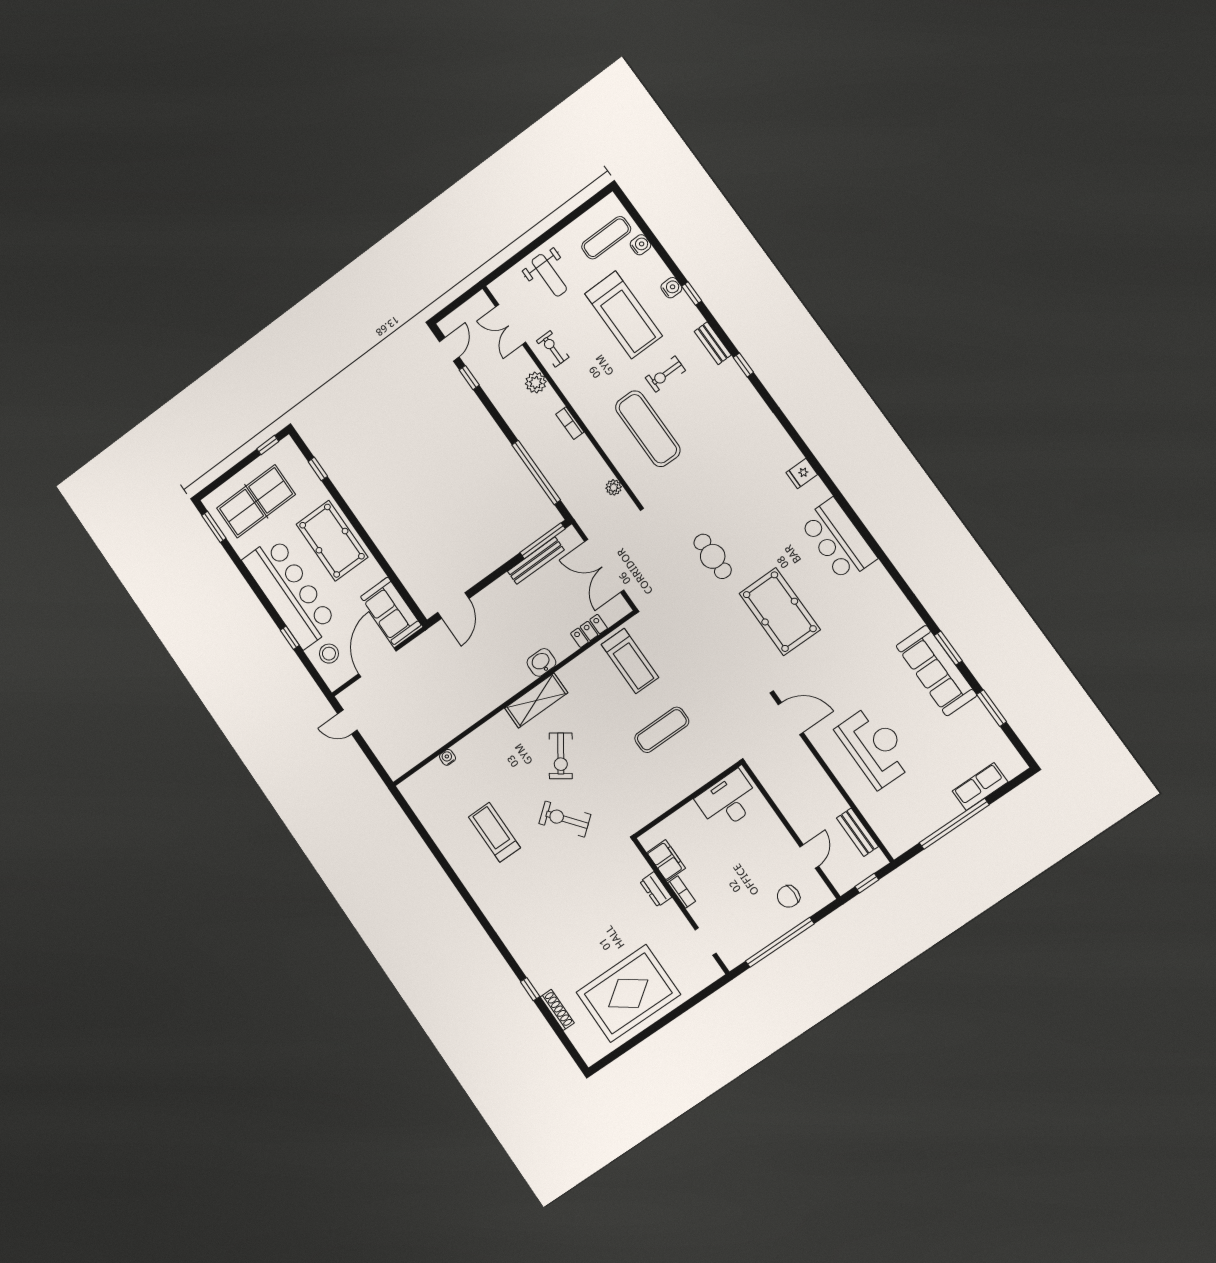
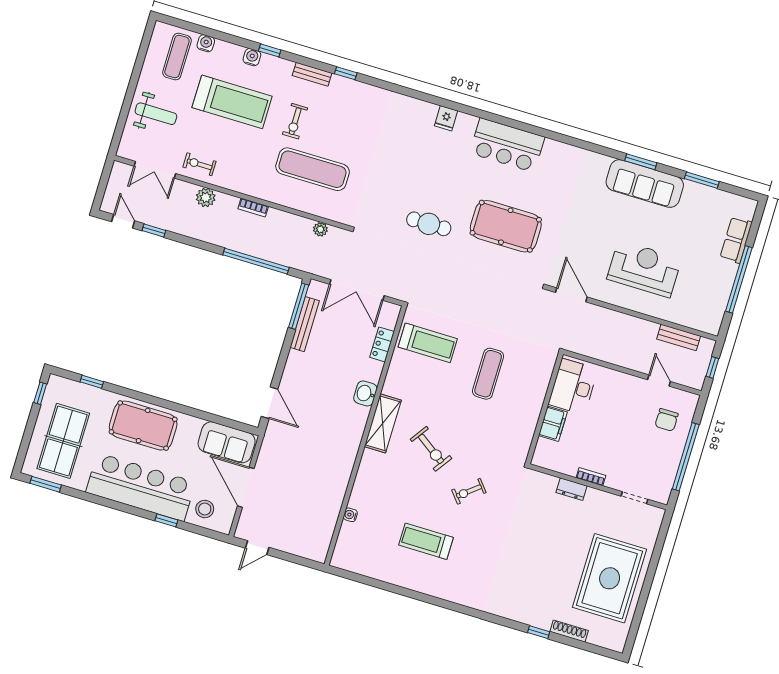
door: (791, 718) -> (571, 295), hinge flipped
exercise bike: (565, 819) -> (469, 491), width x0.73, depth x0.72
filing cabinet: (666, 860) -> (553, 424), moved, turned 90

